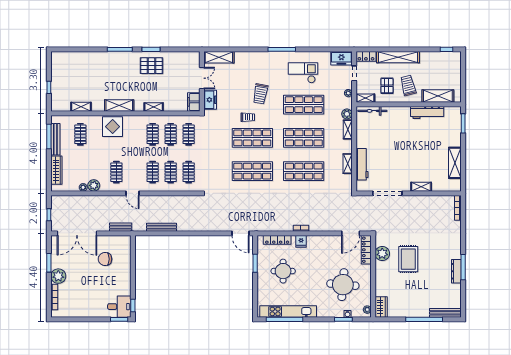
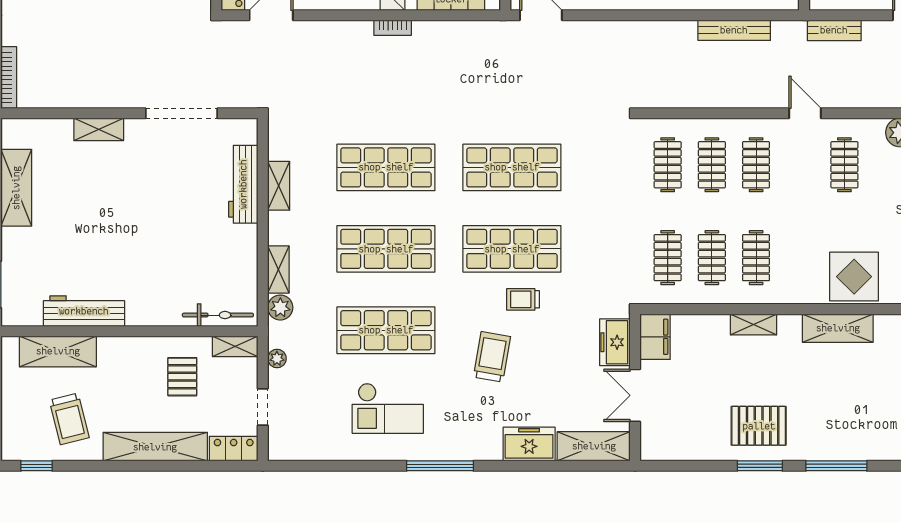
freezer: (341, 58) -> (529, 444), moved
trolley: (408, 85) -> (69, 419), moved

